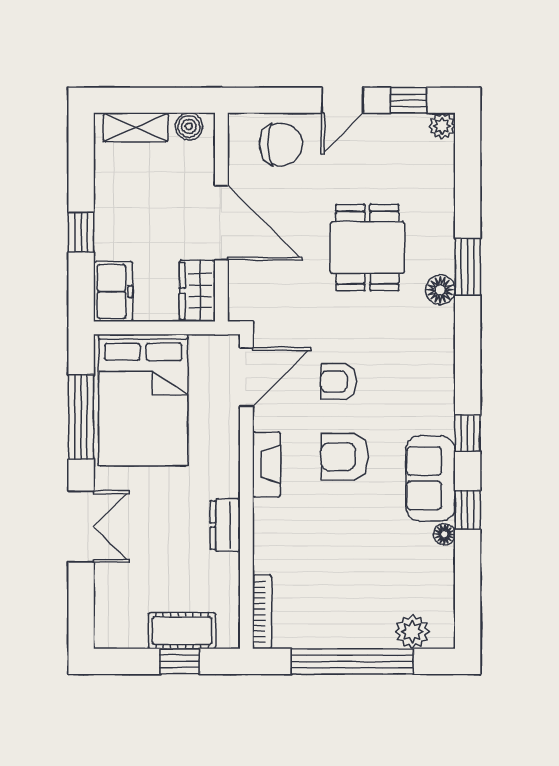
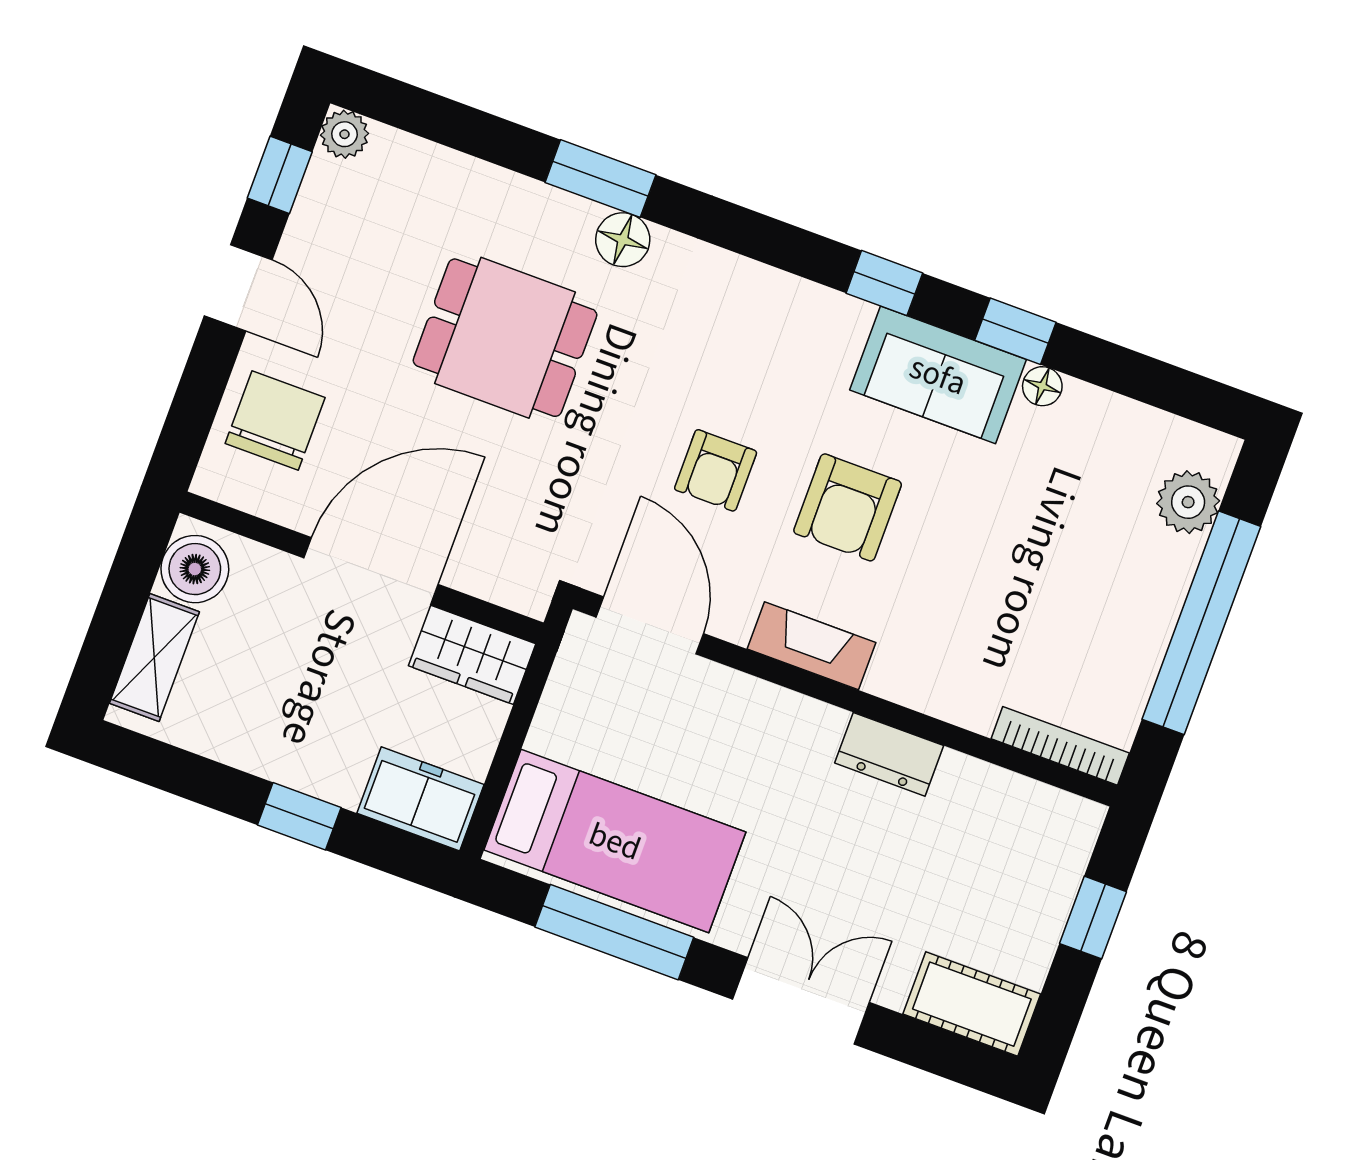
boiler: (189, 126) -> (195, 569), width x1.36, depth x1.36
bed: (143, 400) -> (615, 841), width x0.67
cot: (182, 631) -> (972, 1004), moved, turned 90

